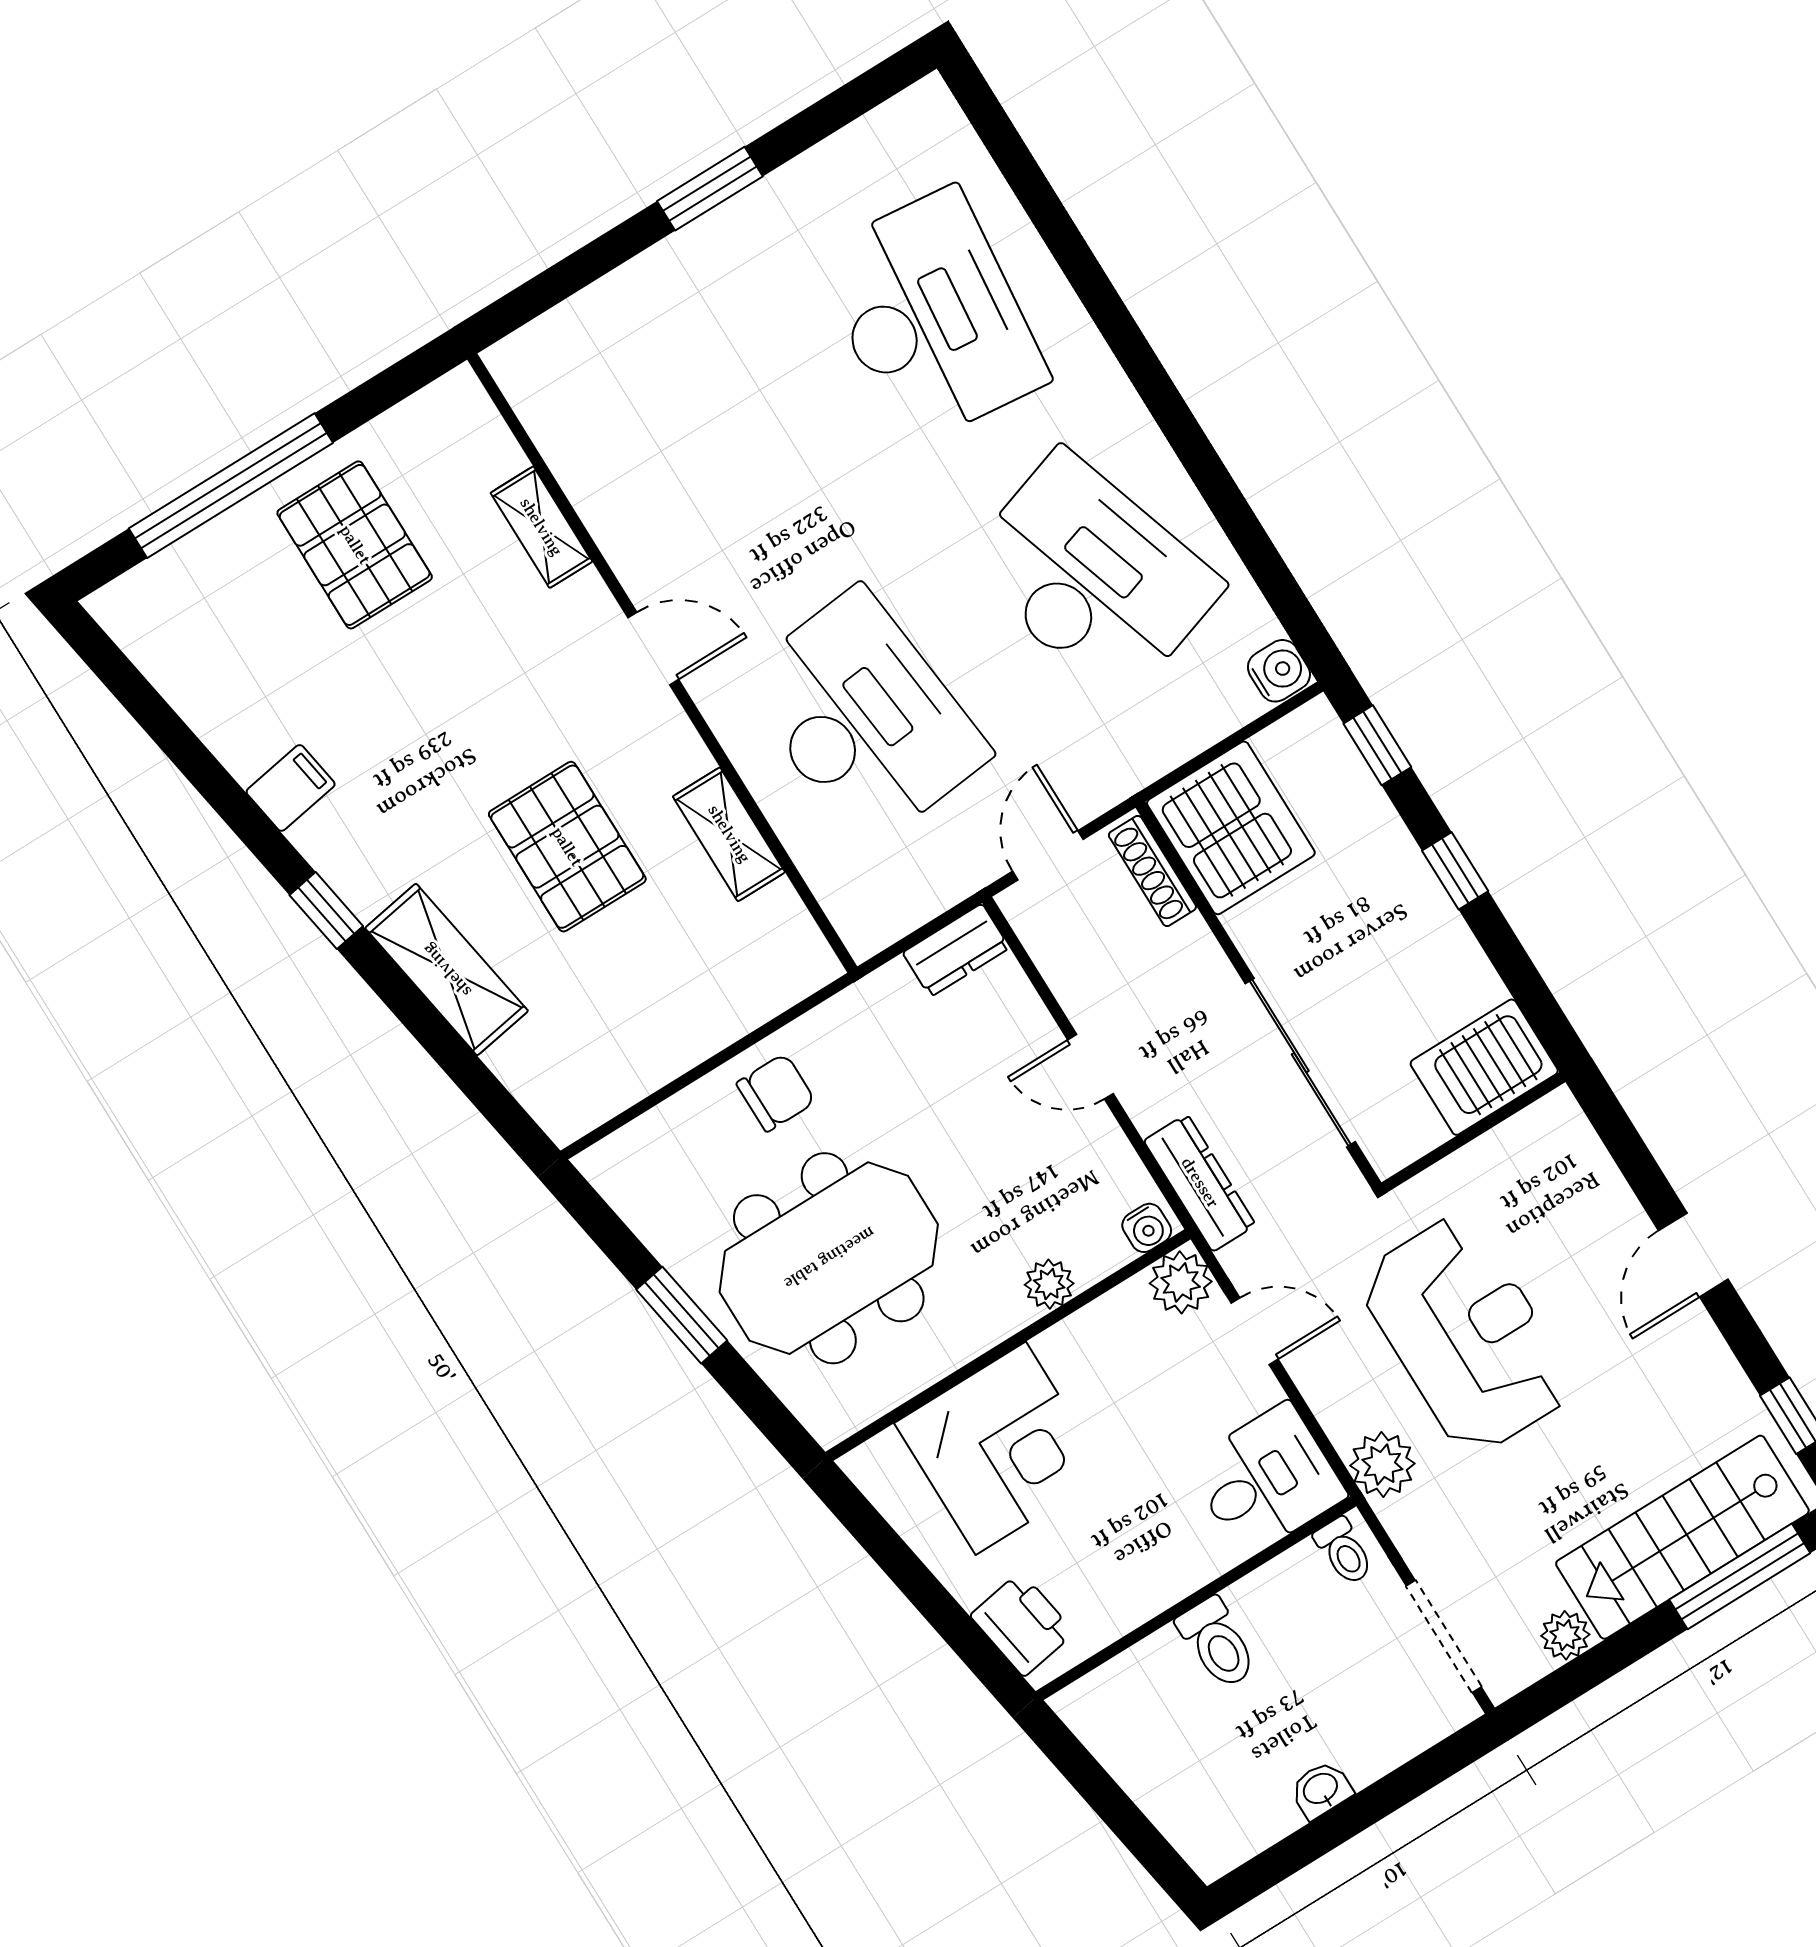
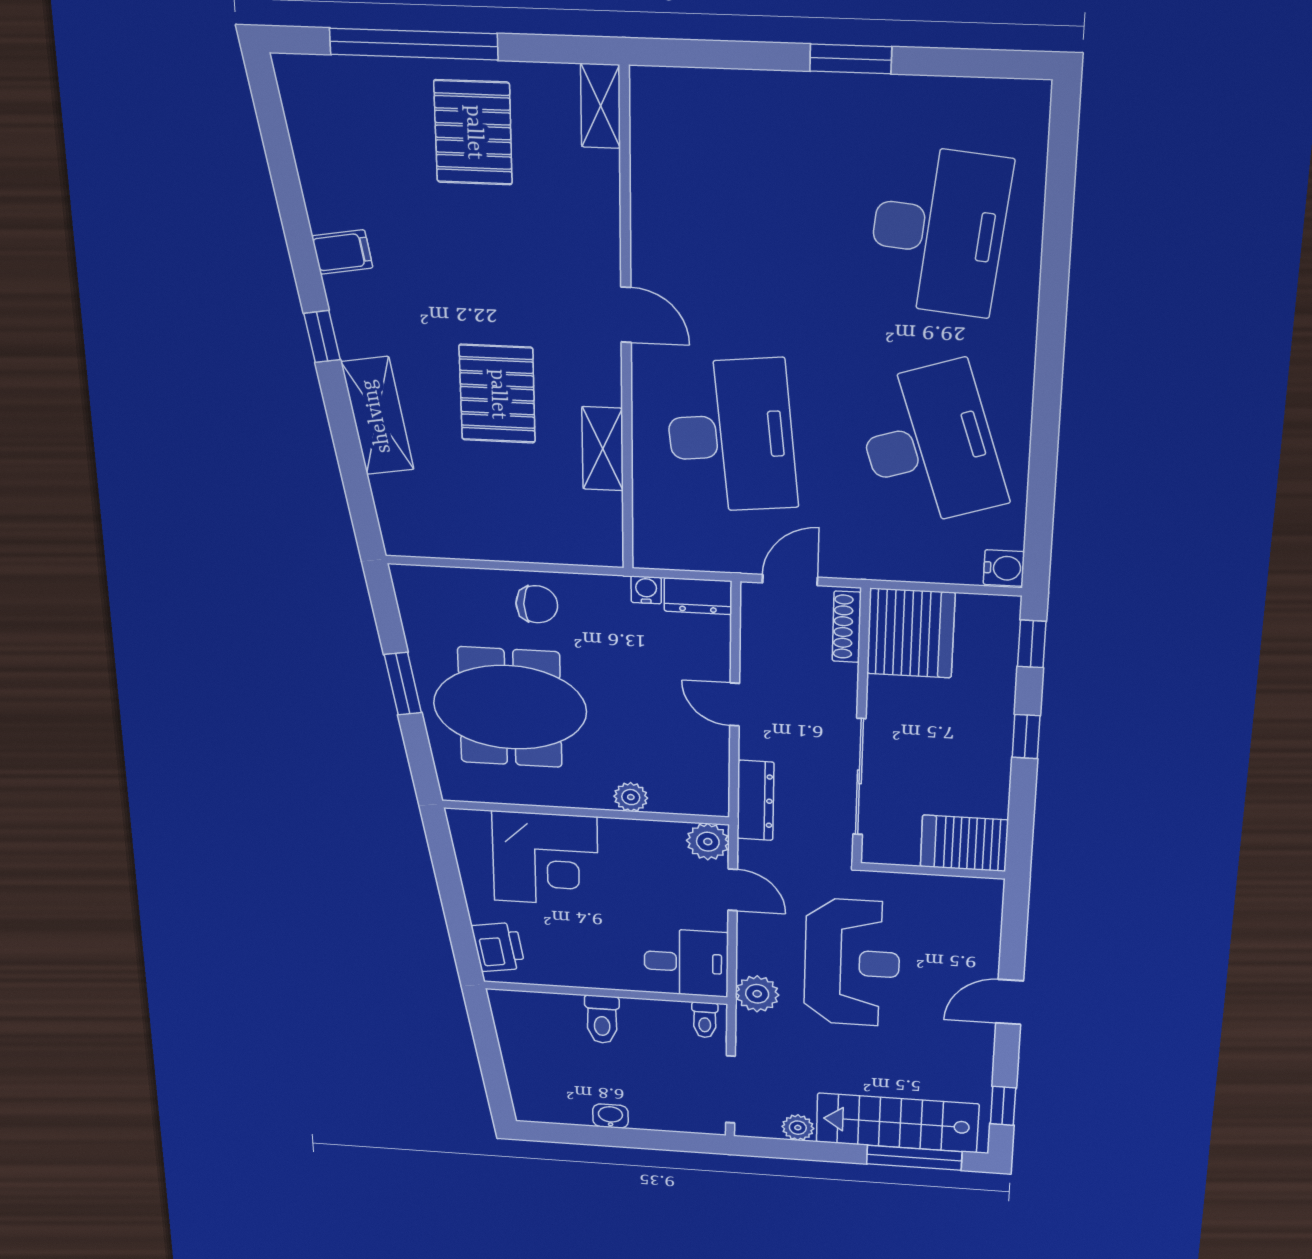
shelving: (541, 527) -> (601, 106), moved
water cooler: (1147, 1228) -> (646, 590), moved, turned 180

